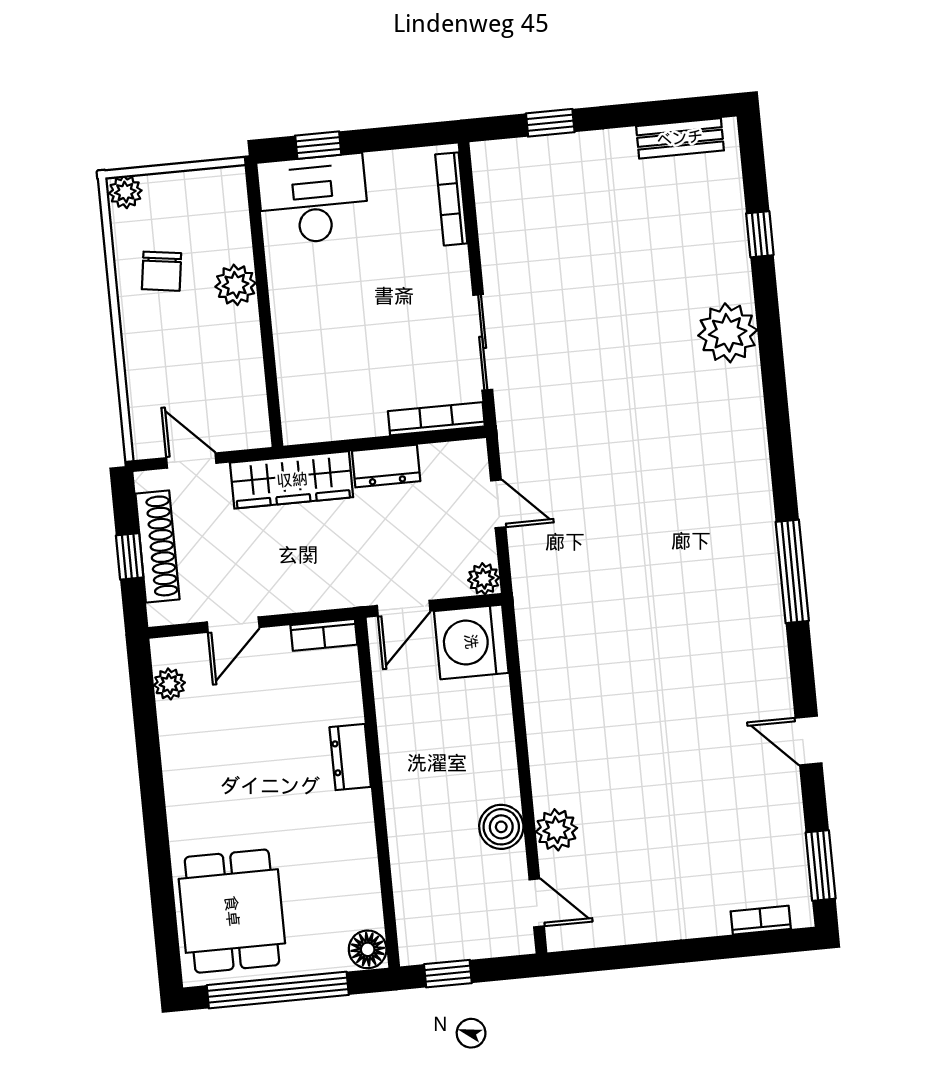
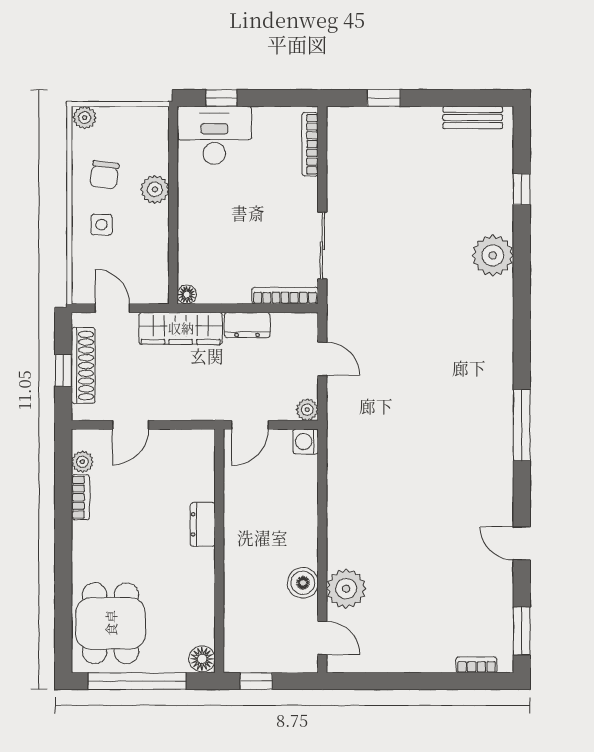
side table: (164, 343) -> (101, 225), added
floor lamp: (296, 431) -> (187, 295), added
bookcase: (324, 635) -> (80, 497), moved, turned -90
washing machine: (471, 642) -> (306, 441), width x0.53, depth x0.53
plant: (556, 830) -> (346, 589), width x1.36, depth x1.36

